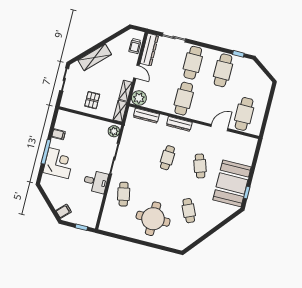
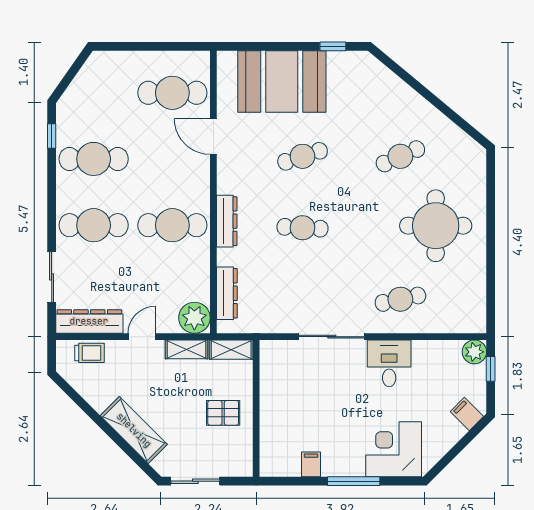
plant: (114, 131) -> (474, 352), moved
corner desk: (59, 163) -> (394, 449), moved
booth: (232, 183) -> (282, 82), moved

